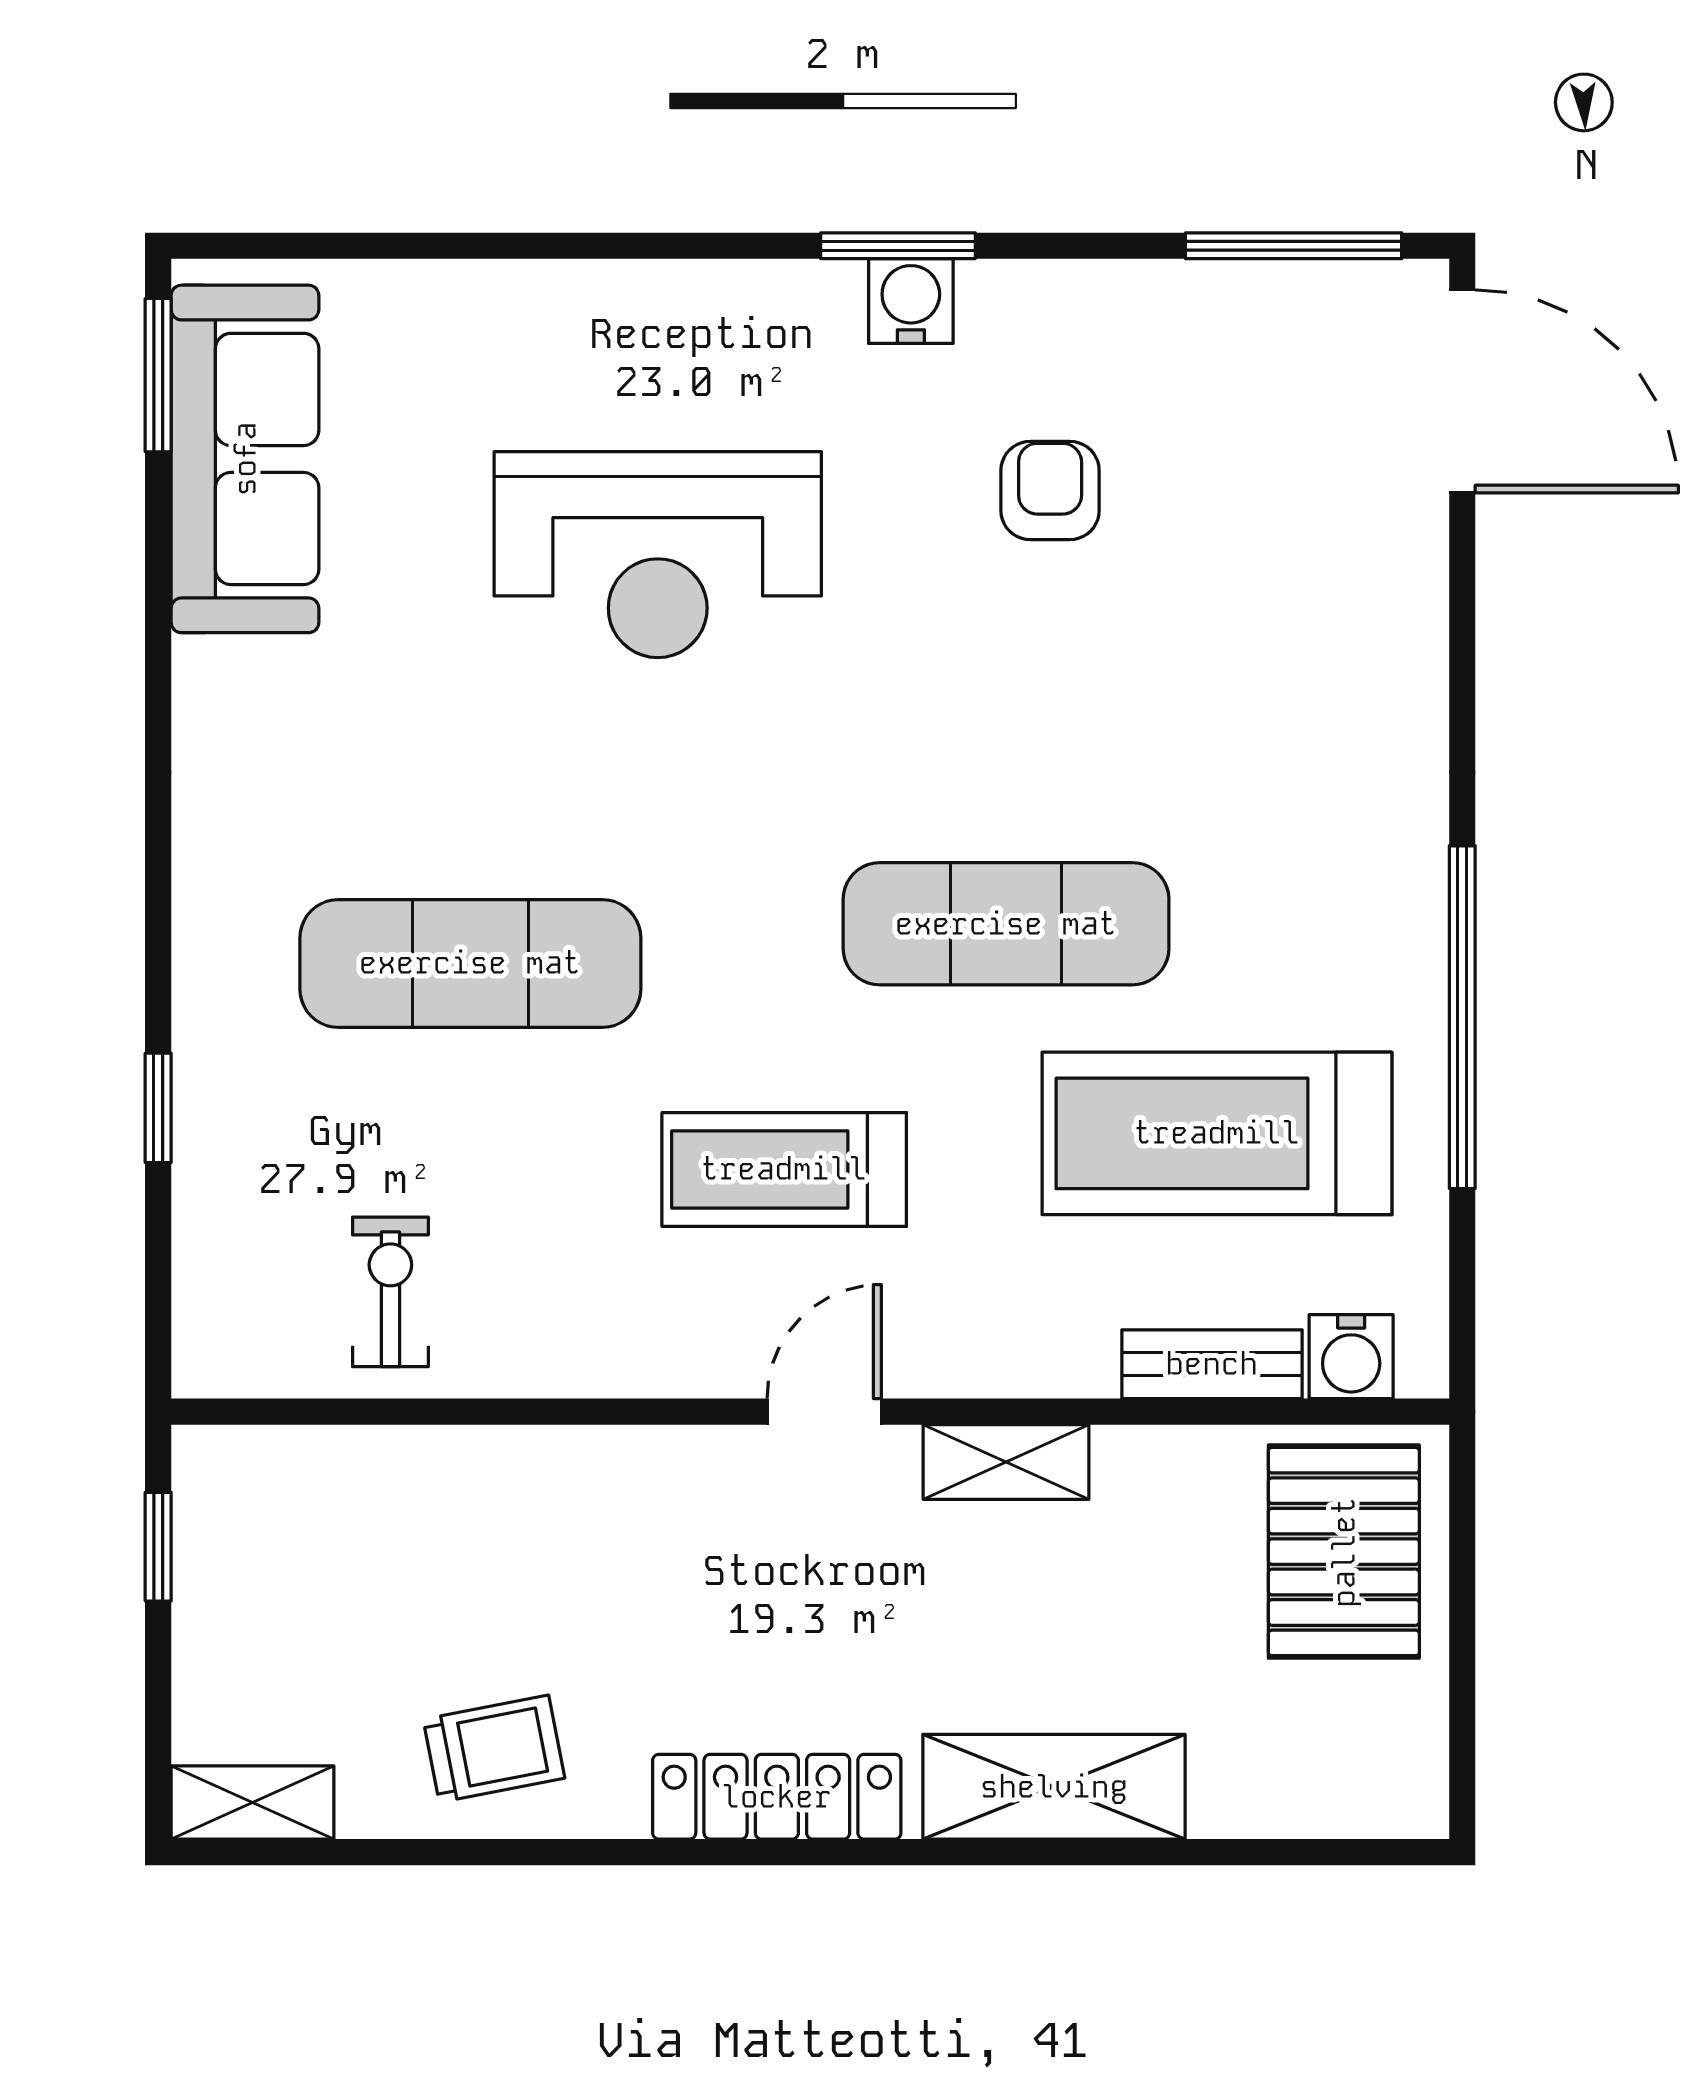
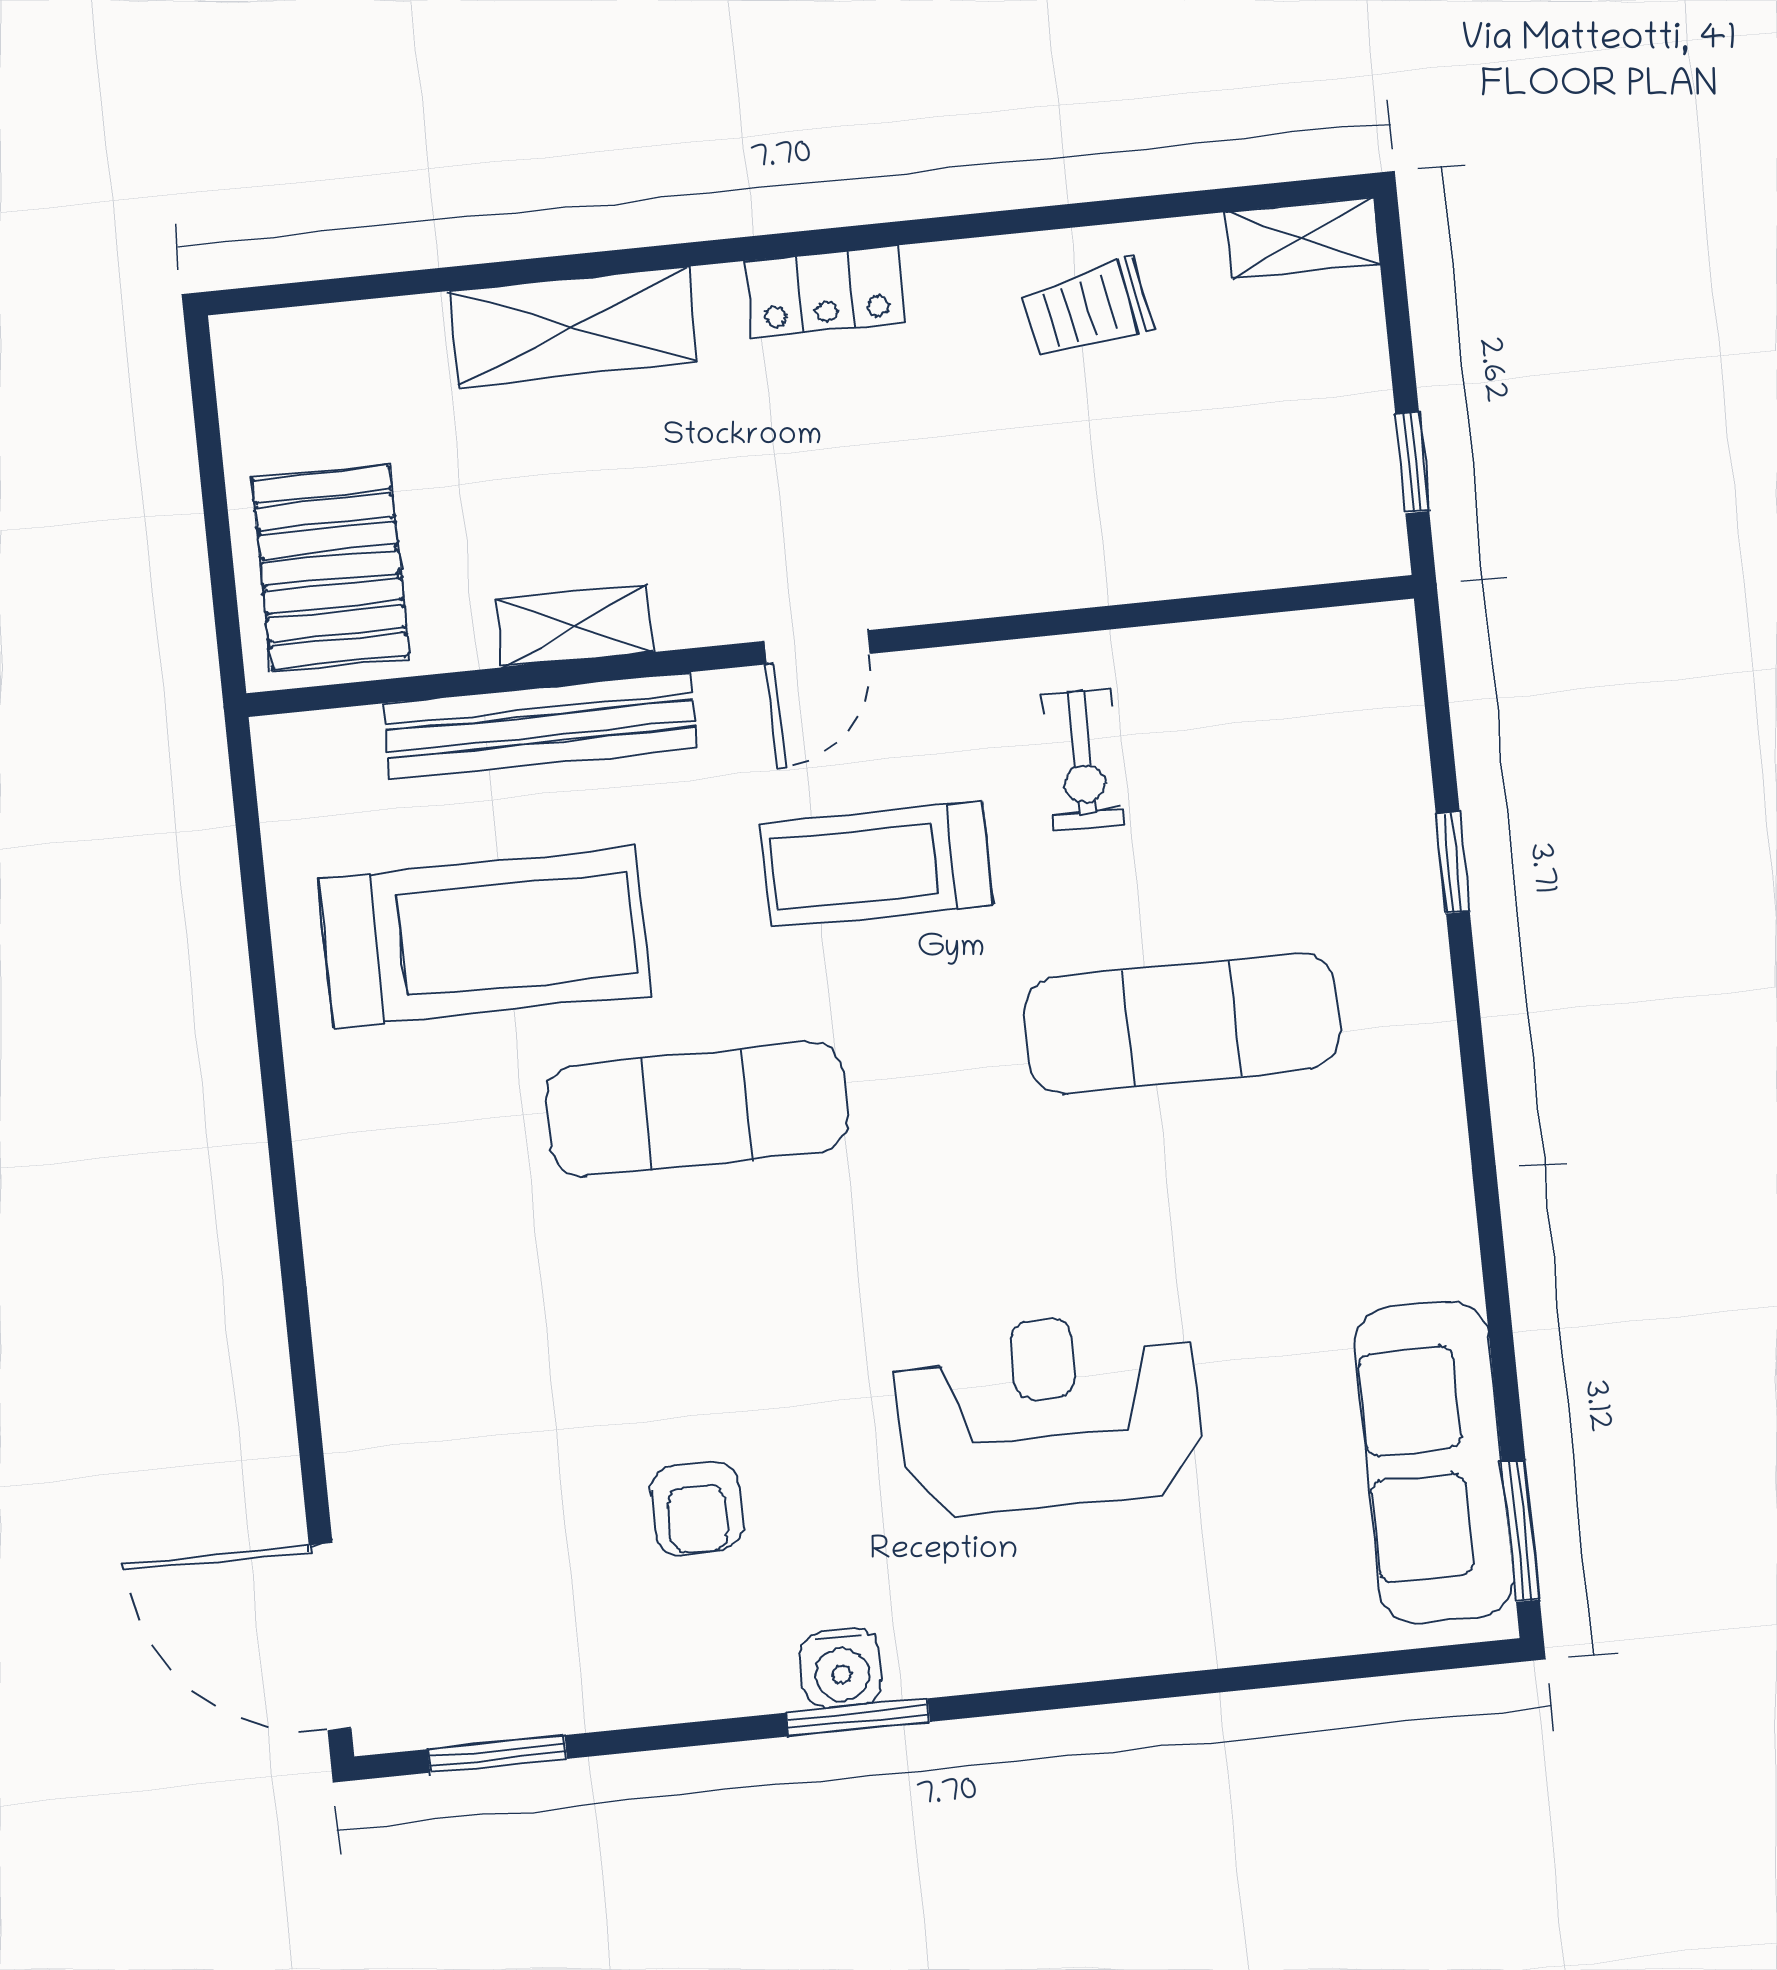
window: (1294, 246) -> (497, 1754), width x0.69
window: (1462, 1017) -> (272, 1066), removed
treadmill: (784, 1169) -> (876, 864), turned 180
exercise bike: (390, 1292) -> (1082, 759), moved
water cooler: (1351, 1357) -> (342, 746), removed
bench: (1212, 1364) -> (540, 726), width x1.86, depth x1.21
shelving: (1006, 1462) -> (575, 626), moved
locker: (777, 1797) -> (825, 292), width x0.66

